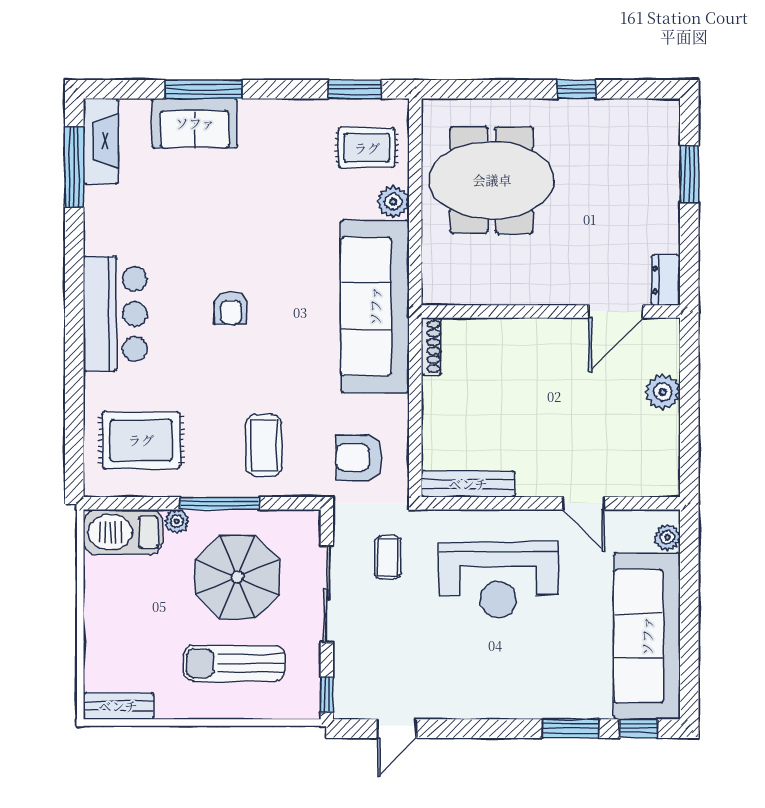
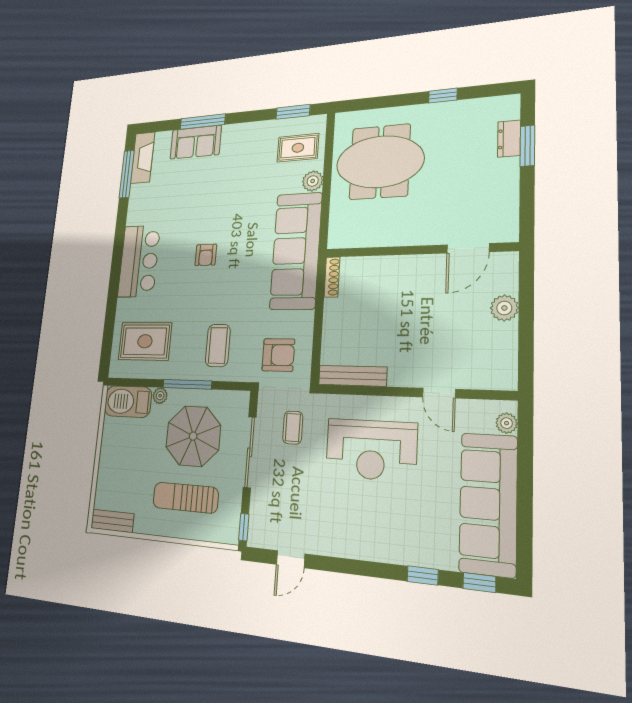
dresser: (666, 280) -> (509, 139), moved
armchair: (359, 458) -> (278, 355), turned 180
window: (570, 729) -> (423, 576), width x0.67

